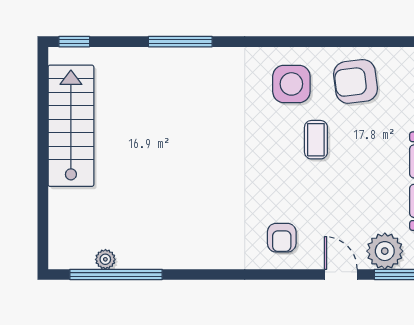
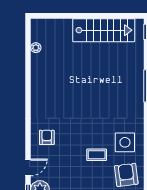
armchair: (282, 238) -> (47, 137), turned 90
window: (116, 274) -> (28, 53), removed

